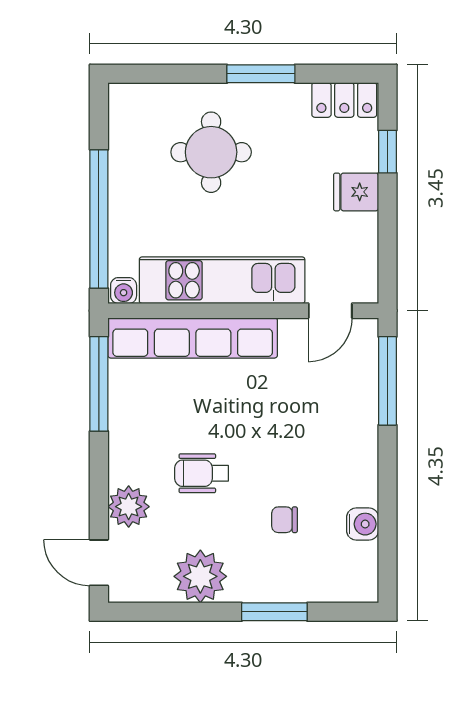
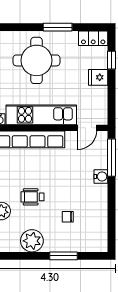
round table: (211, 152) -> (37, 60), width x1.36, depth x1.36
water cooler: (363, 524) -> (101, 176), moved

